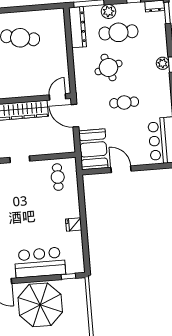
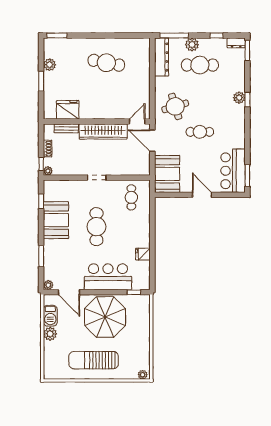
round table: (109, 67) -> (175, 106), moved
door: (121, 169) -> (202, 195), moved
cafe table: (24, 211) -> (96, 227), added
fridge: (74, 224) -> (143, 254), moved

